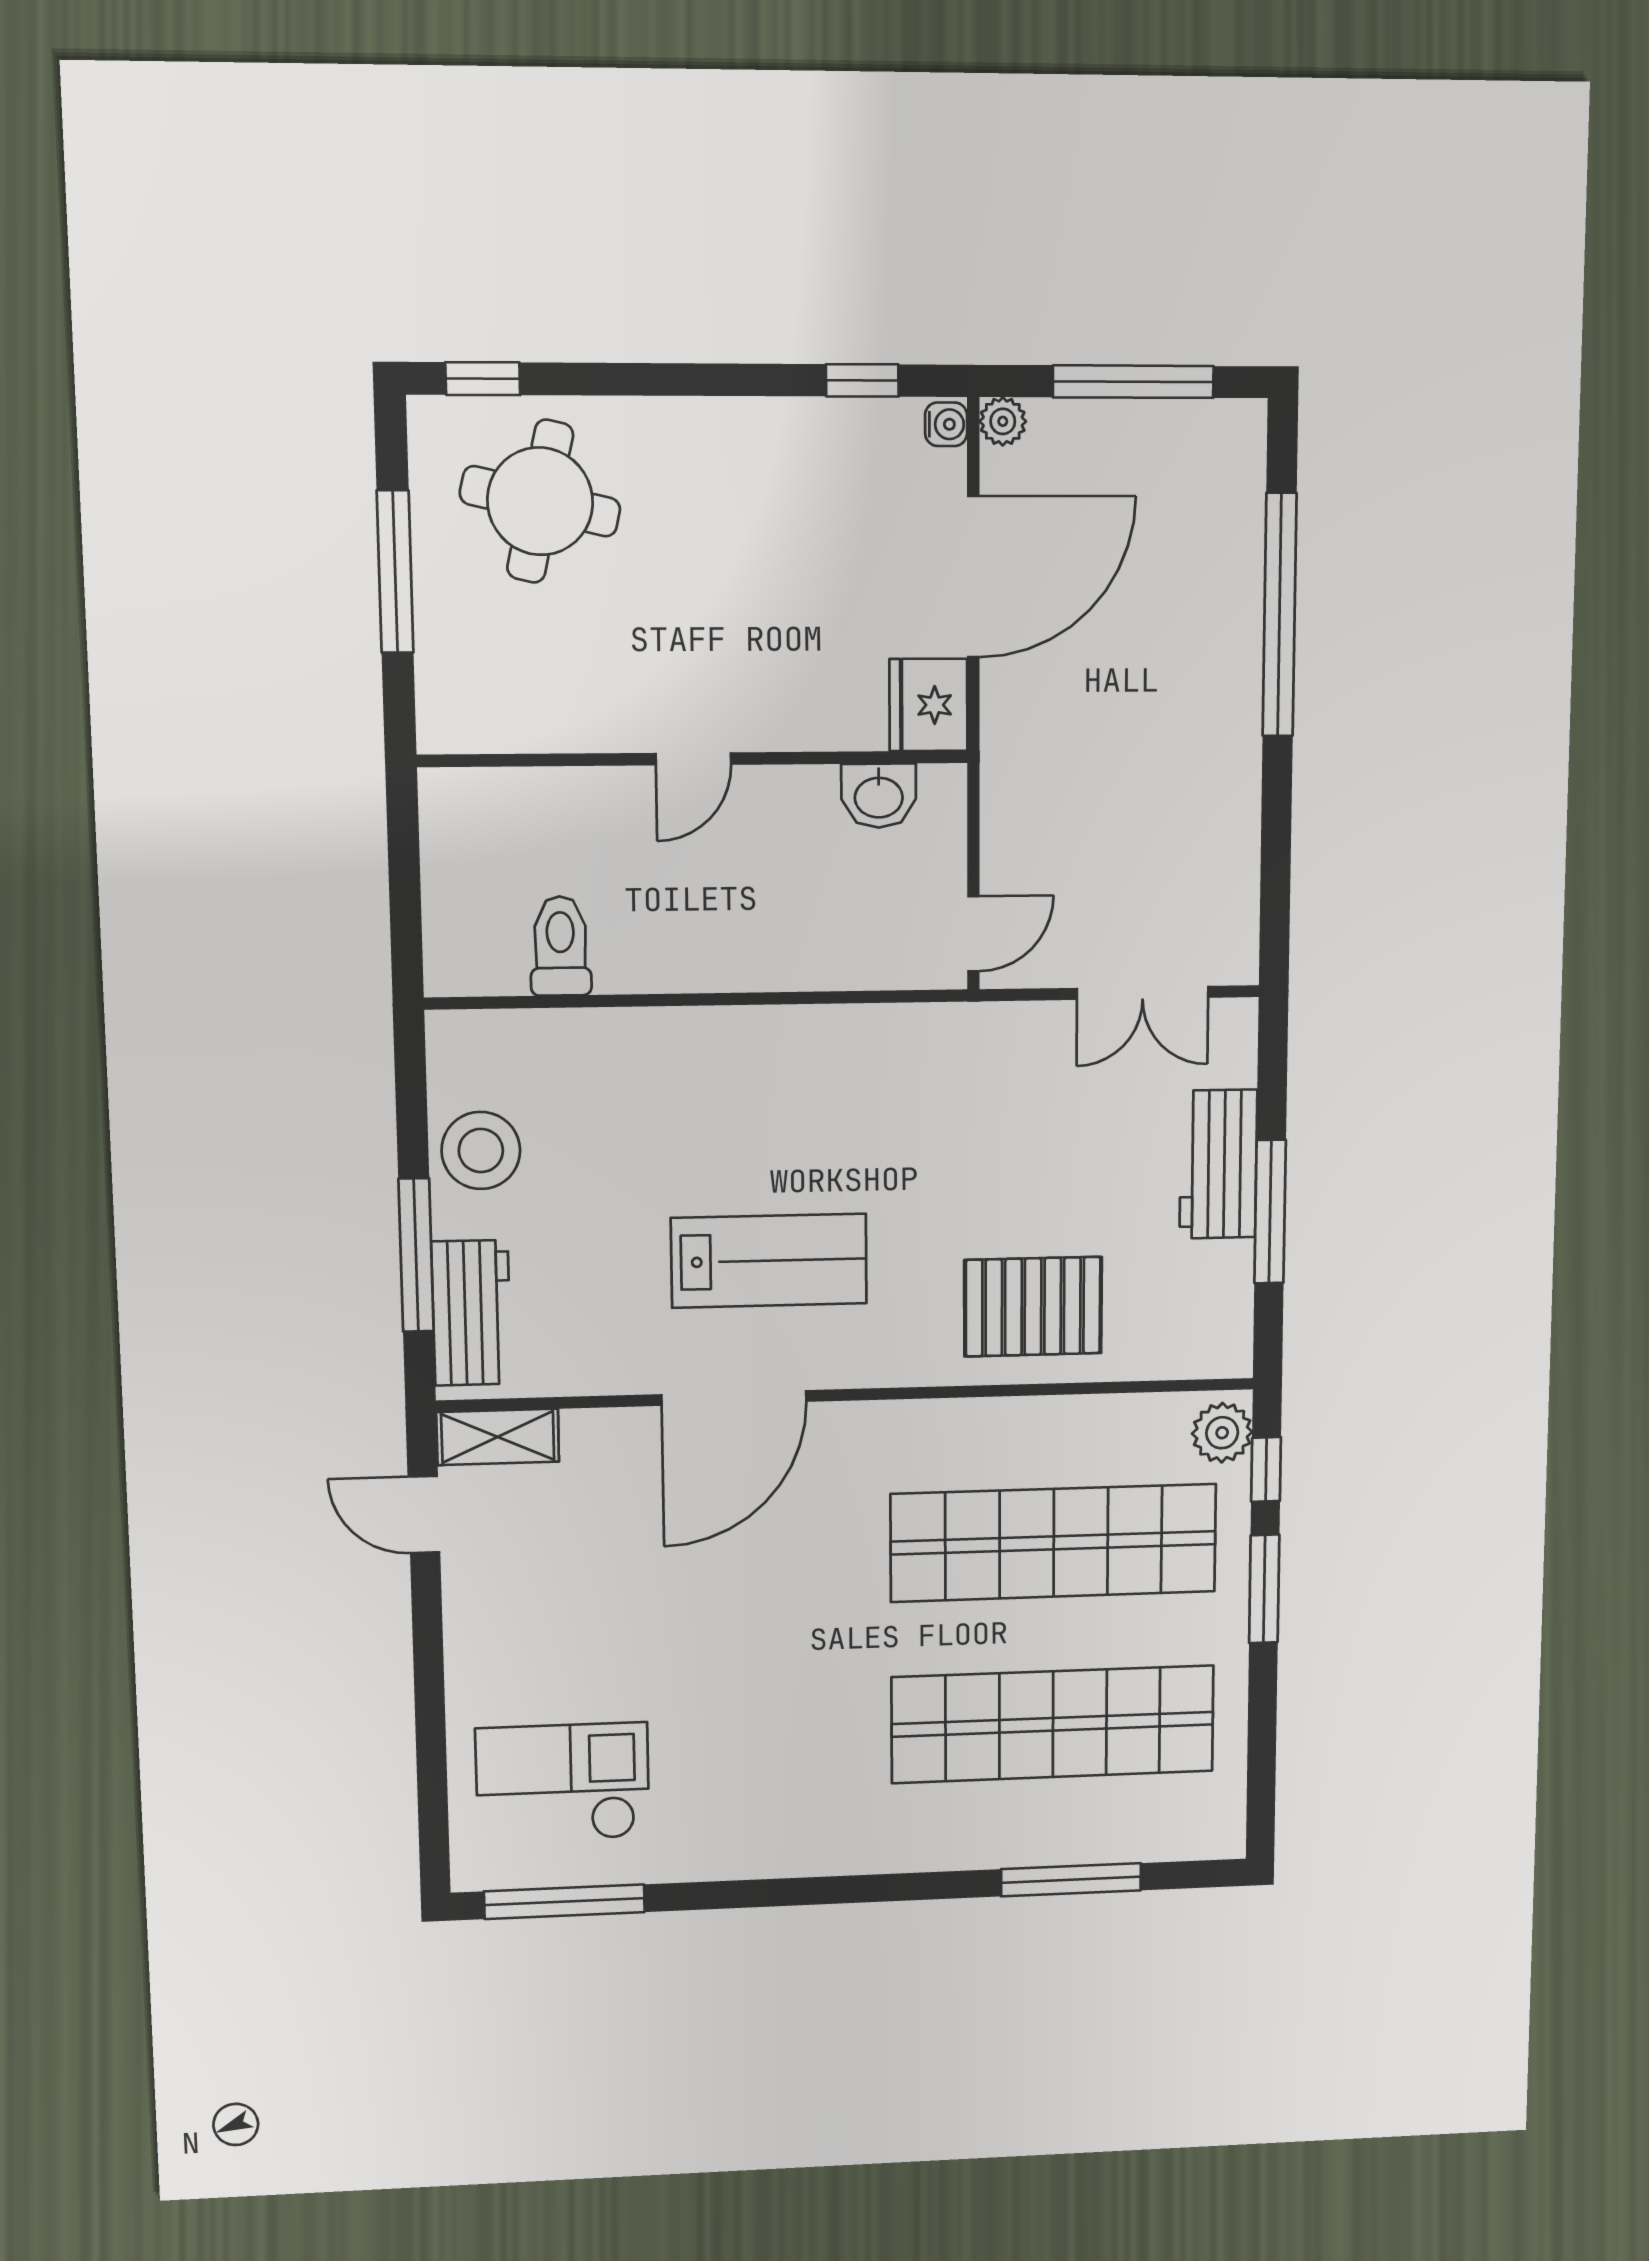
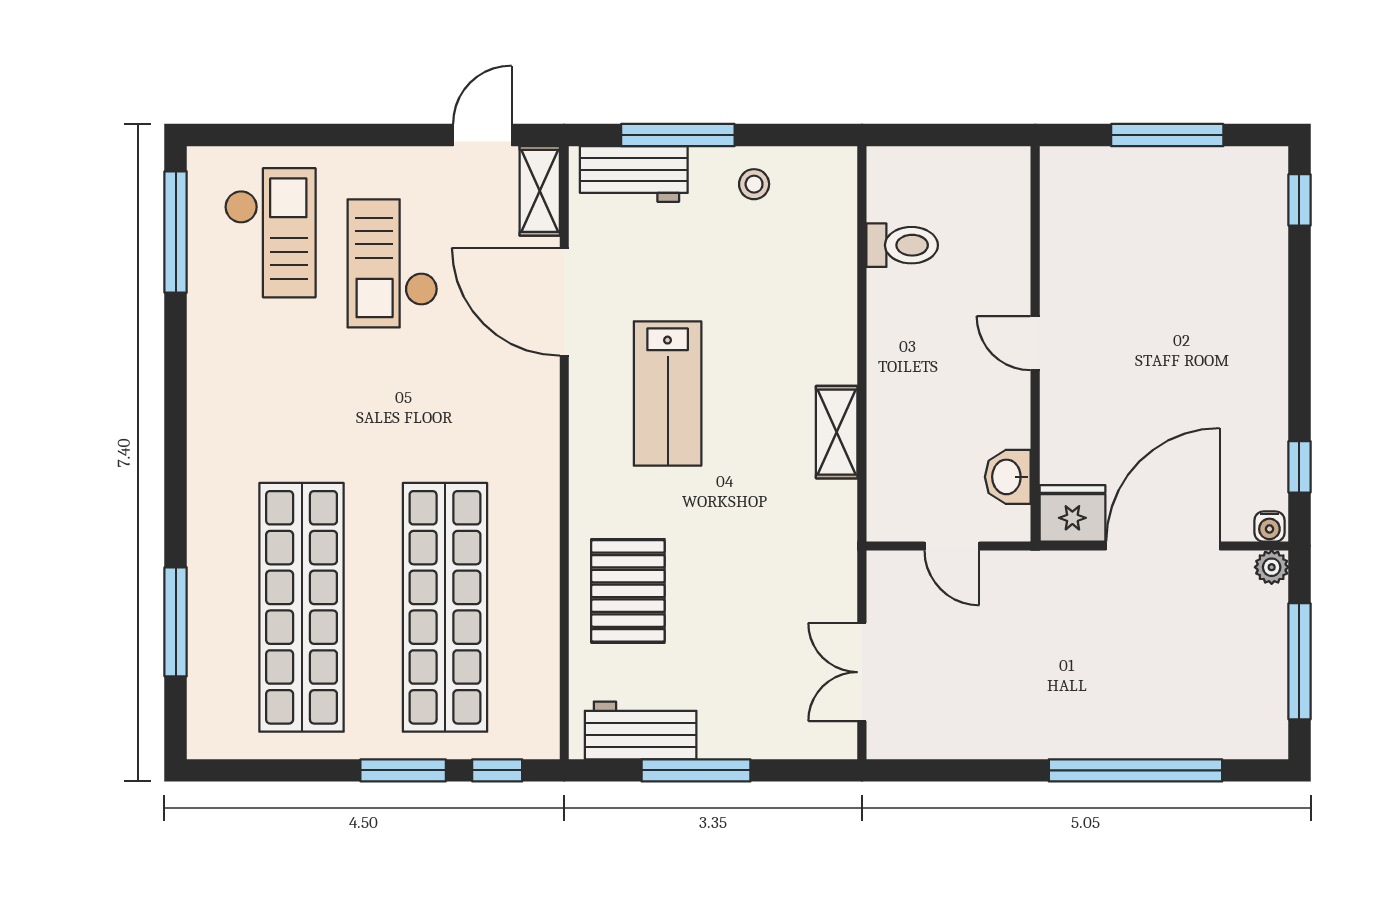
round table: (540, 501) -> (1216, 238), removed
door: (973, 577) -> (1163, 546), swing flipped
door: (973, 934) -> (952, 546), moved
shelving: (819, 1032) -> (837, 432), added
stool: (481, 1151) -> (754, 184), width x0.53, depth x0.53
workbench: (1218, 1164) -> (641, 730), moved
door: (734, 1398) -> (564, 302), moved
plant: (1222, 1433) -> (527, 736), removed
checkout: (600, 1625) -> (393, 263), added

